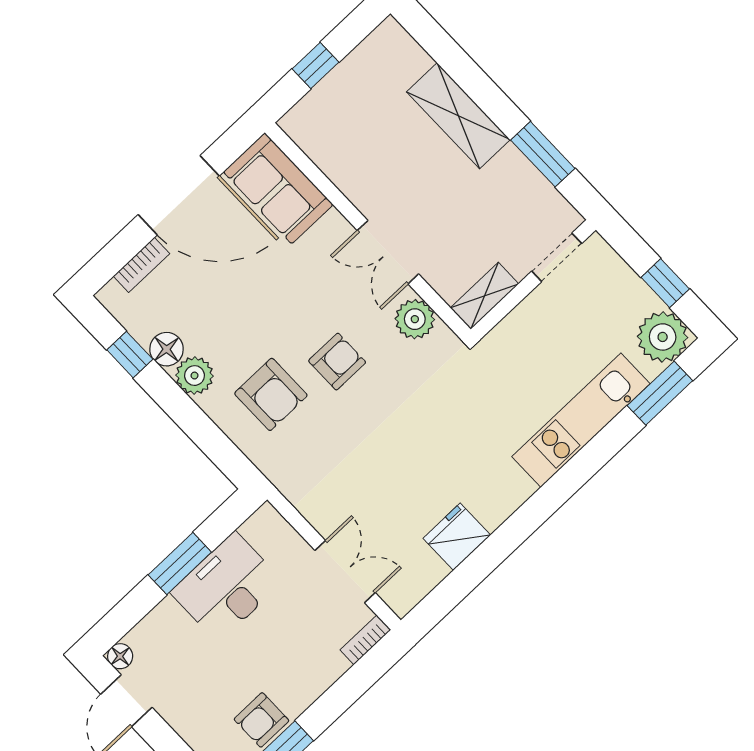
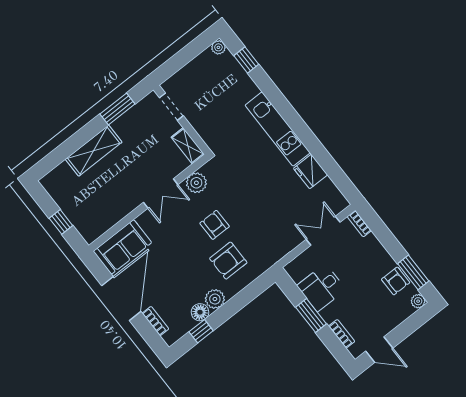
window: (665, 283) -> (190, 52), removed
plant: (663, 337) -> (218, 47), width x0.53, depth x0.53
window: (660, 393) -> (246, 60), width x0.67
armchair: (271, 394) -> (228, 261), turned 180
kitchen unit: (581, 420) -> (278, 129), moved
desk: (227, 587) -> (321, 288), width x0.73
bookcase: (150, 626) -> (342, 334), added
floor lamp: (120, 656) -> (356, 351), removed

